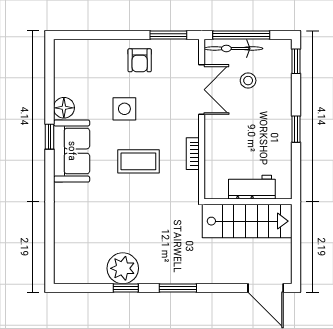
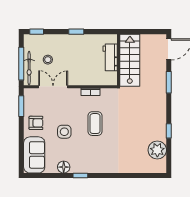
sofa: (72, 151) -> (34, 155), moved, turned 90
plant: (123, 268) -> (157, 150), moved
window: (178, 288) -> (169, 82), moved

